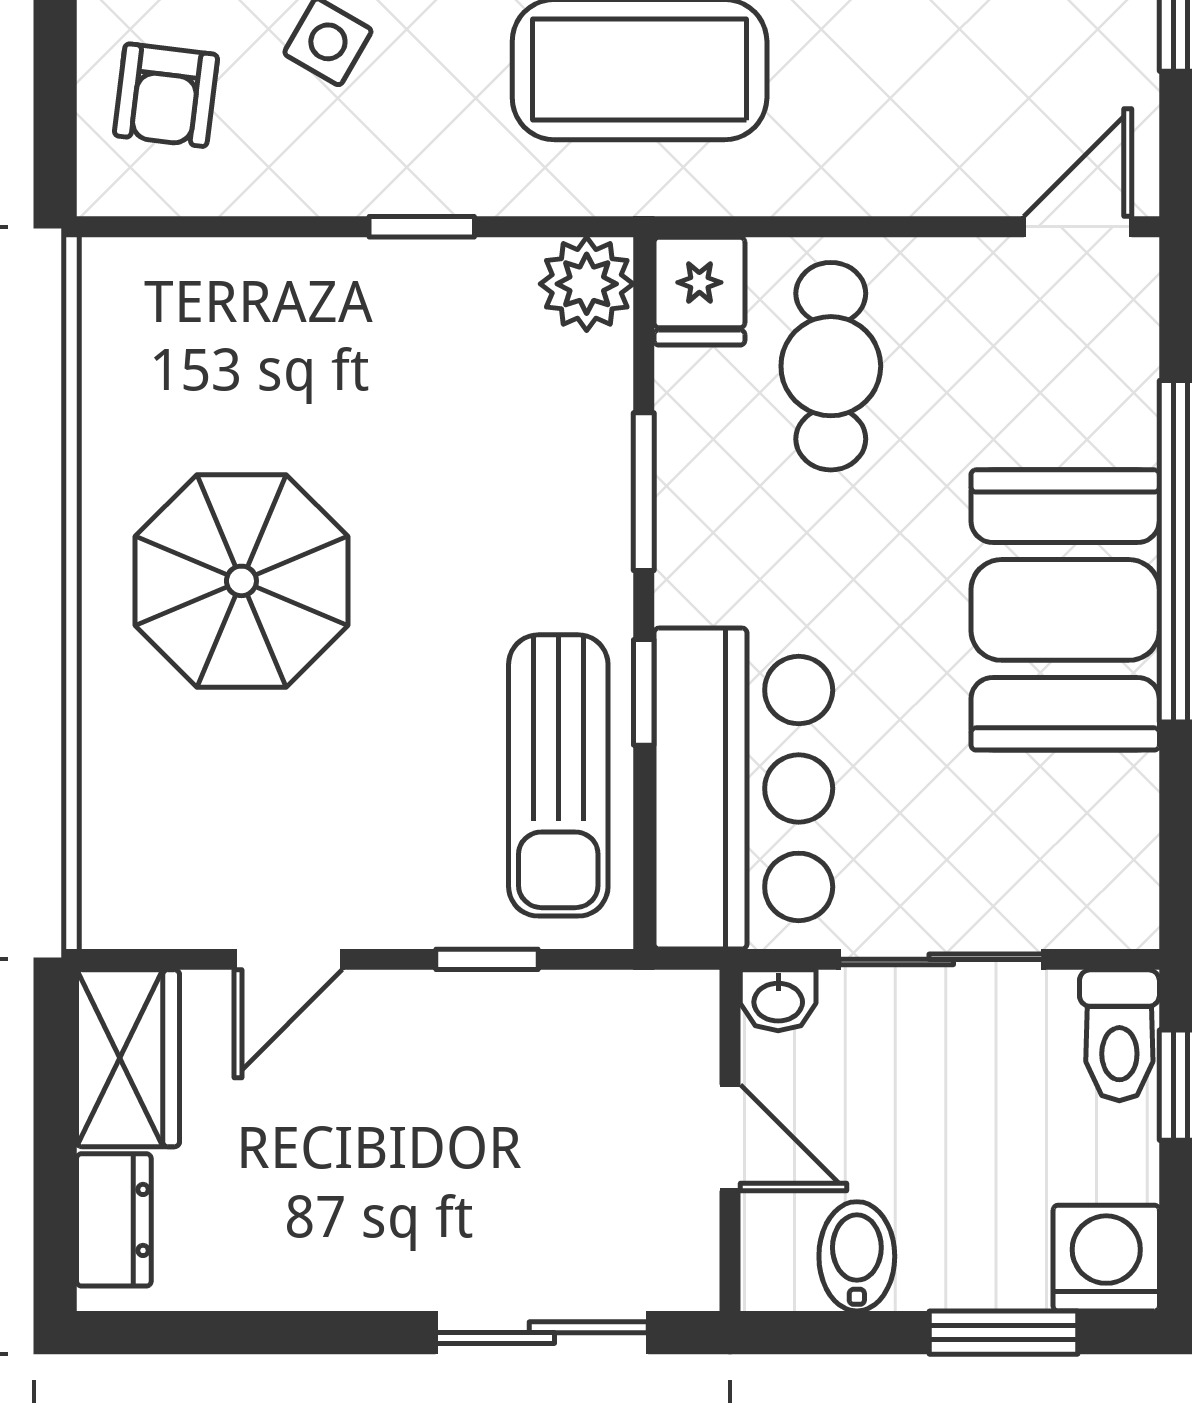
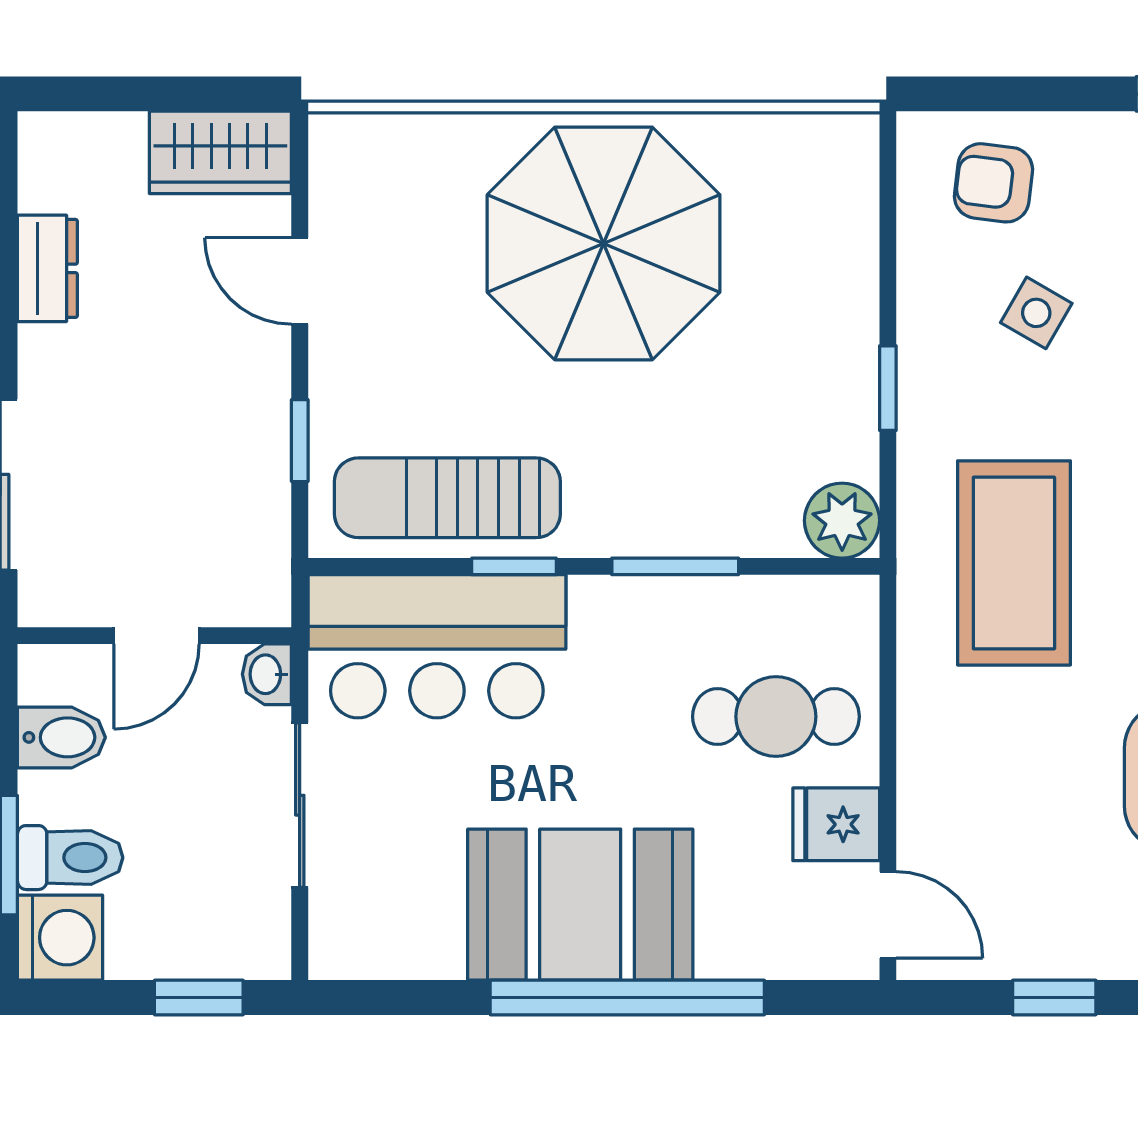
fridge: (699, 291) -> (836, 824), moved
parasol: (241, 581) -> (604, 243), width x1.36, depth x1.36
toilet: (1119, 1035) -> (70, 858), moved, turned 180
dresser: (114, 1220) -> (47, 268), moved, turned -90

